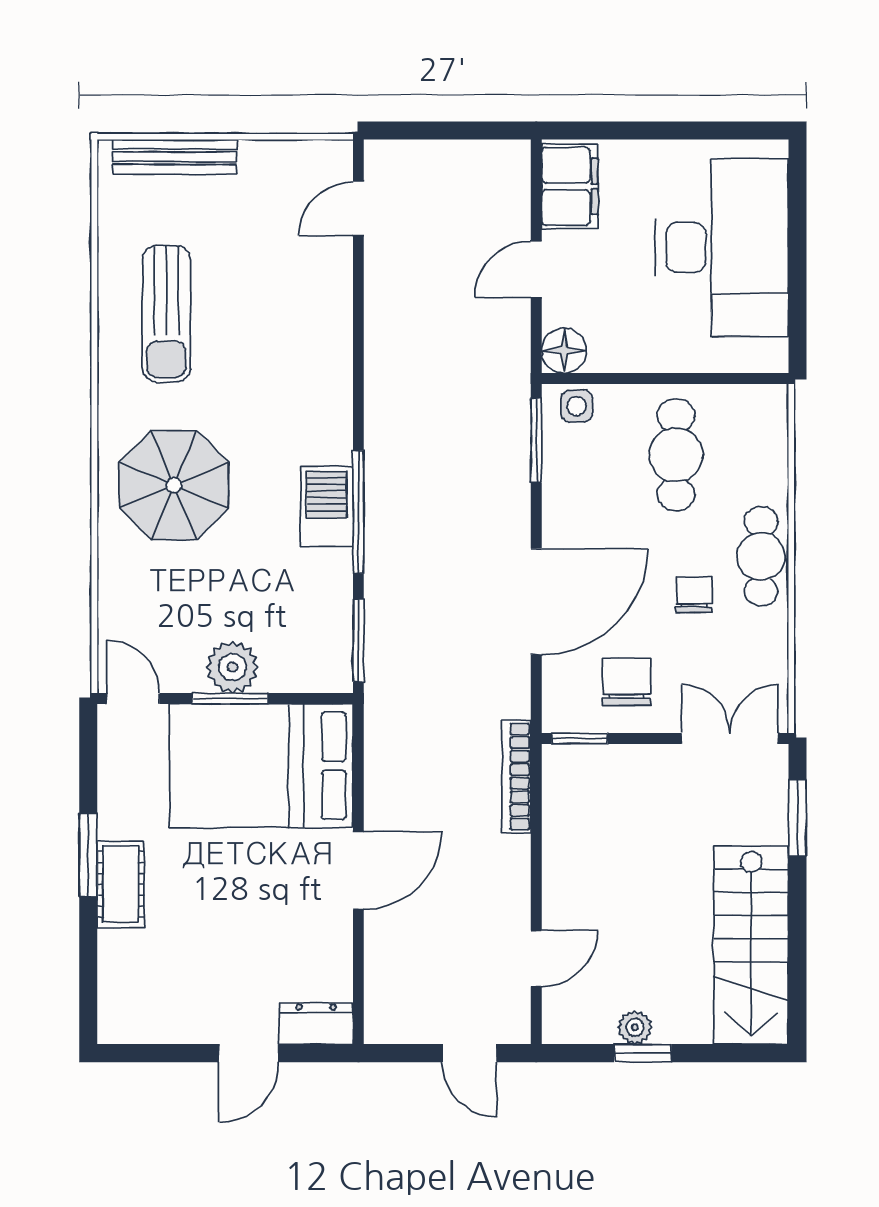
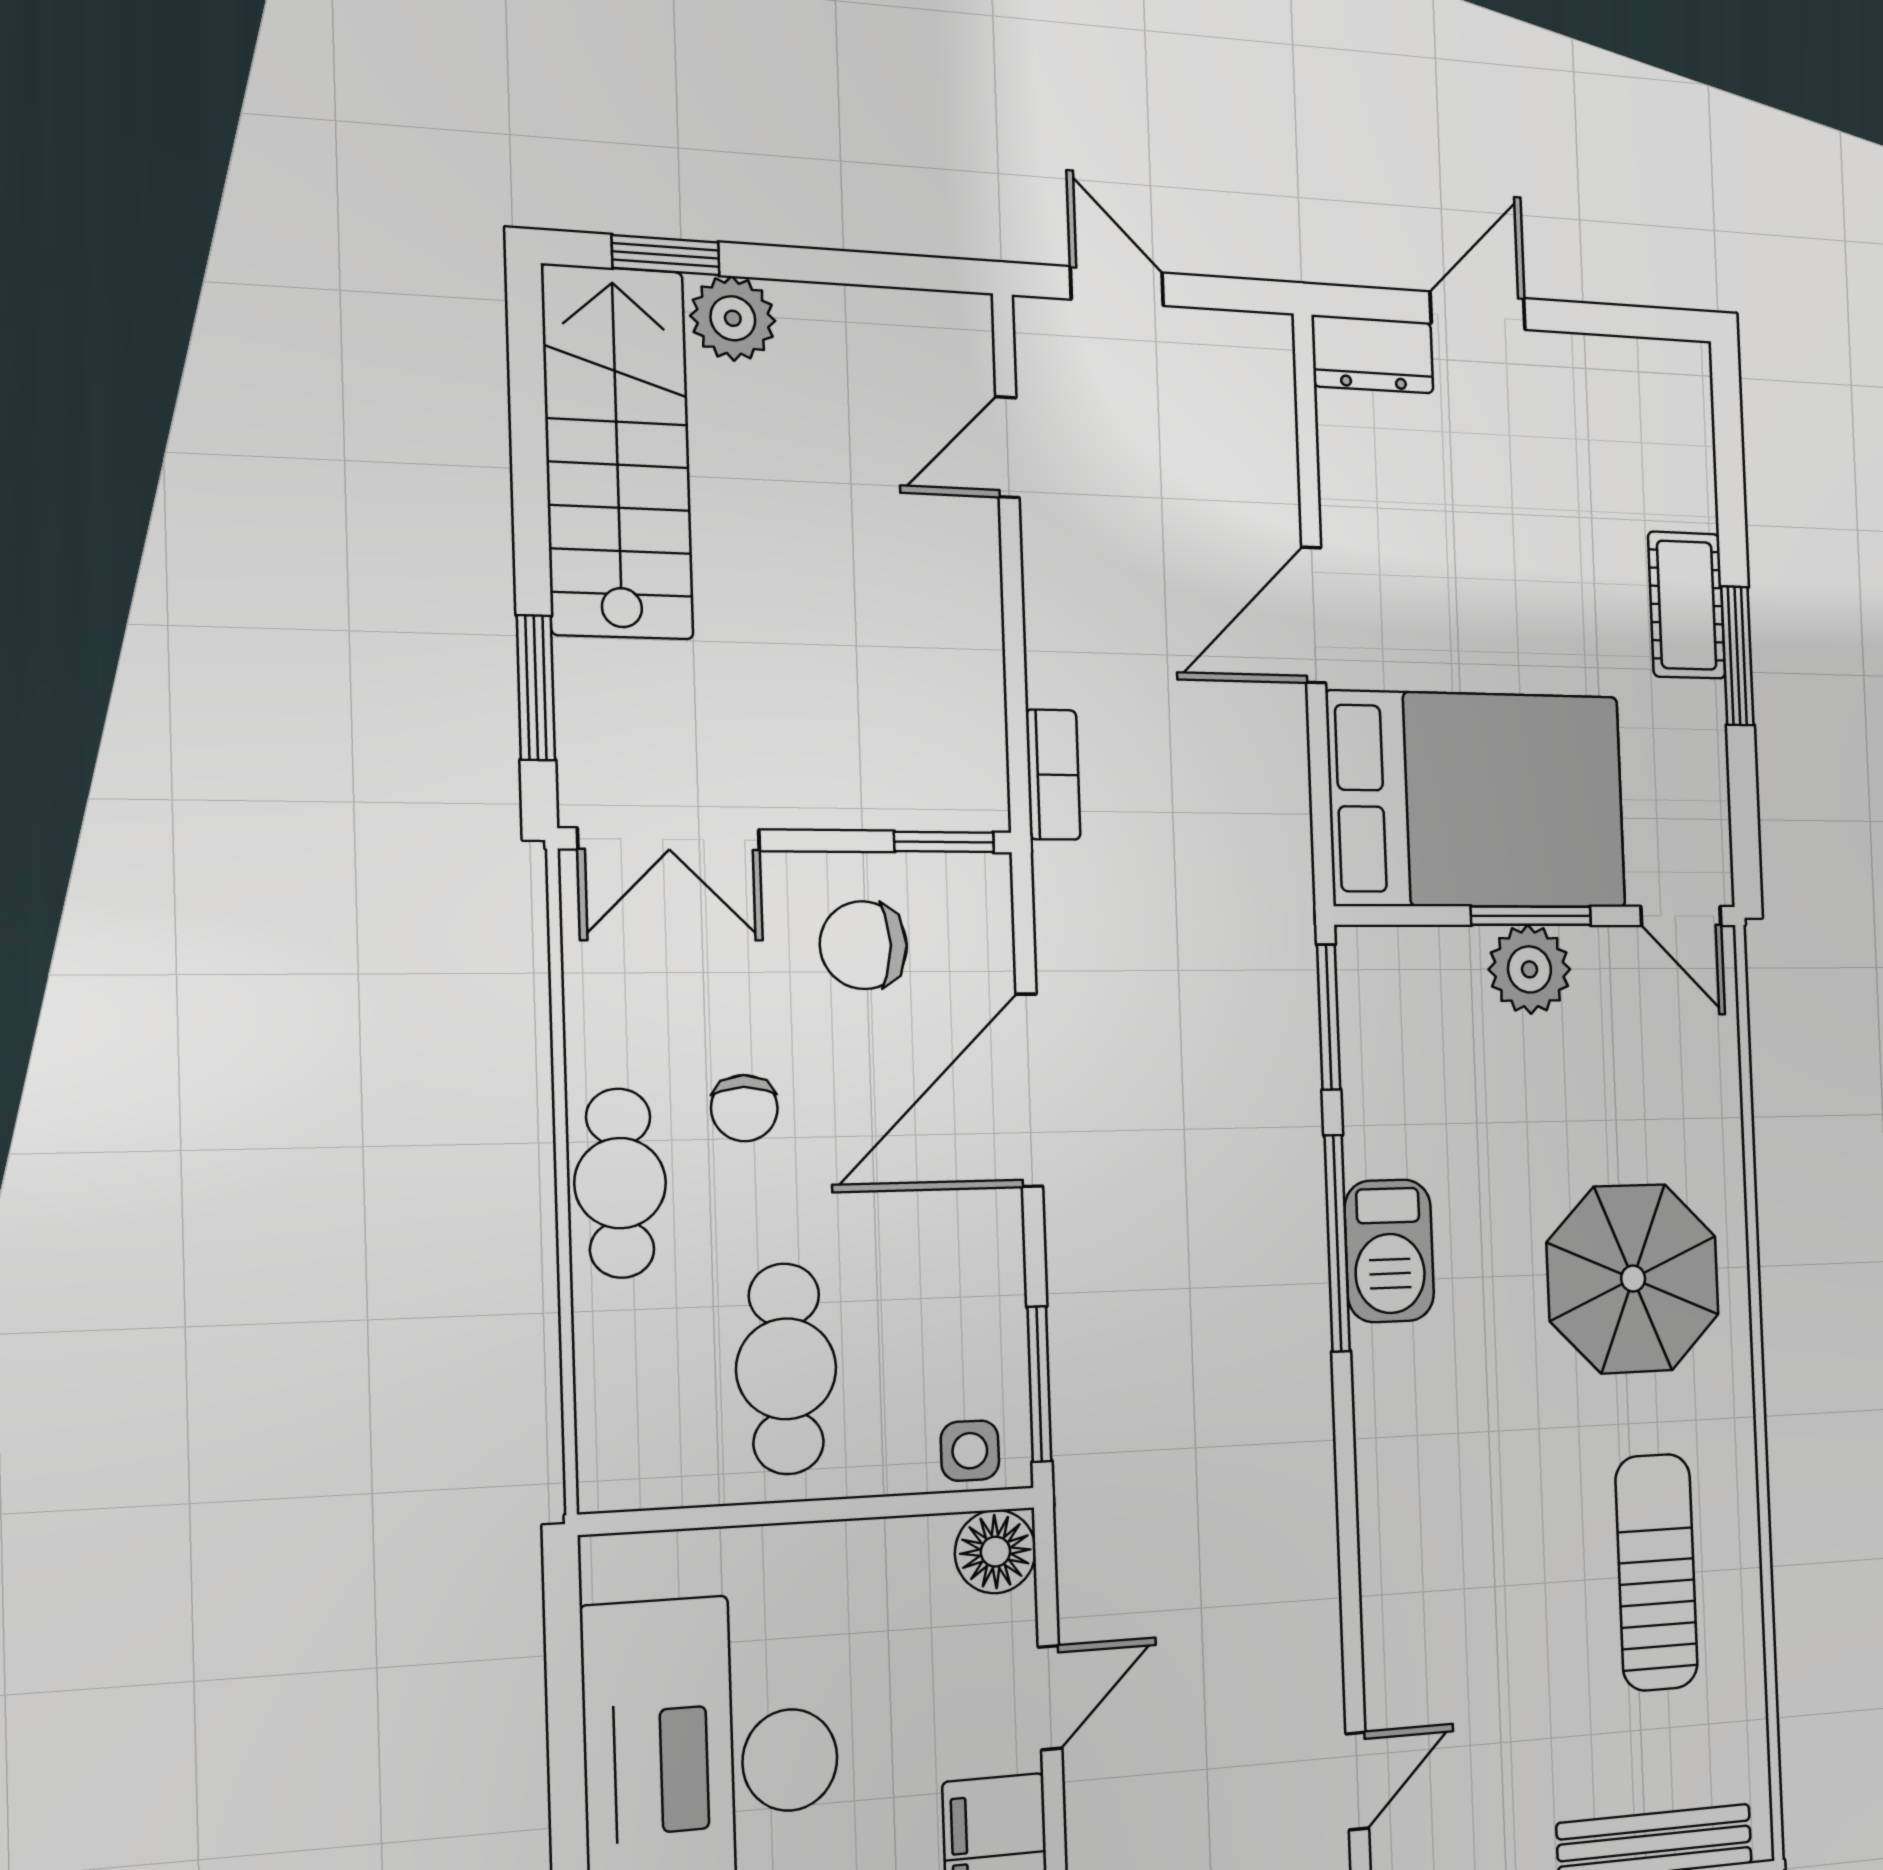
chair: (626, 682) -> (863, 945), turned 90
bookcase: (516, 777) -> (1053, 775), width x0.64
plant: (635, 1027) -> (733, 318), moved, width x1.38, depth x1.38
window: (643, 1053) -> (666, 255), moved

